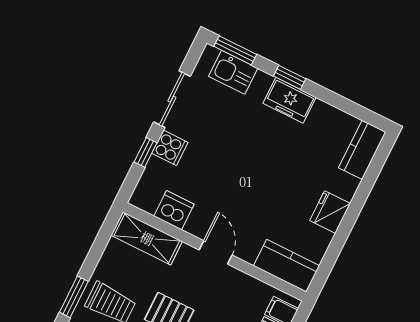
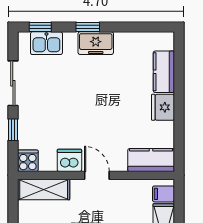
window: (235, 50) -> (40, 27), width x0.67
cooker: (170, 148) -> (28, 161), moved, turned -90
kitchen counter: (362, 150) -> (164, 72), moved
dishwasher: (174, 210) -> (69, 160), moved

